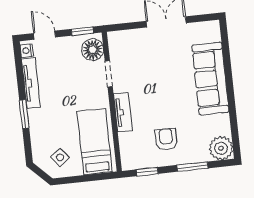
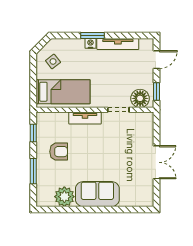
nightstand: (27, 51) -> (90, 43), moved
sofa: (210, 79) -> (97, 194), width x0.73
plant: (221, 148) -> (64, 197), moved

